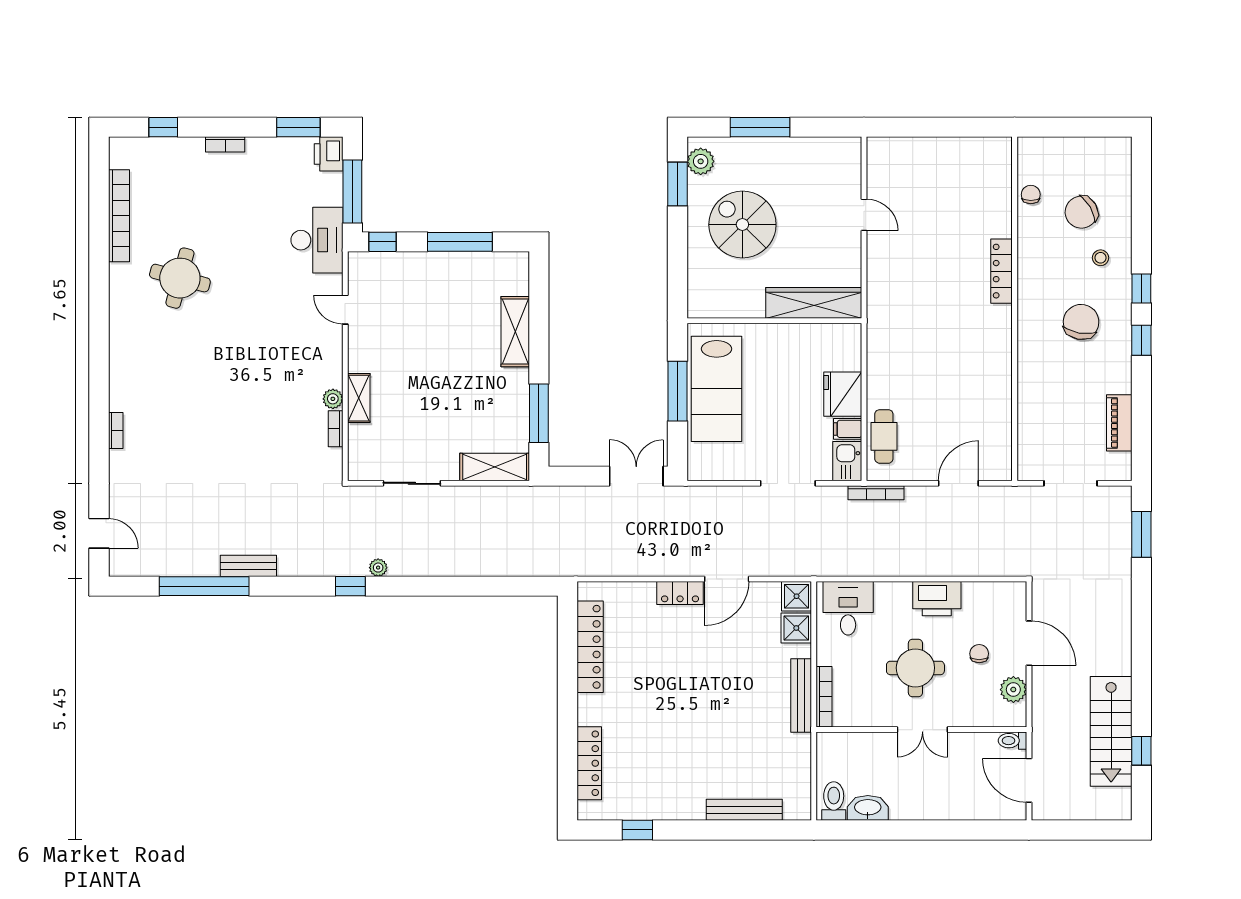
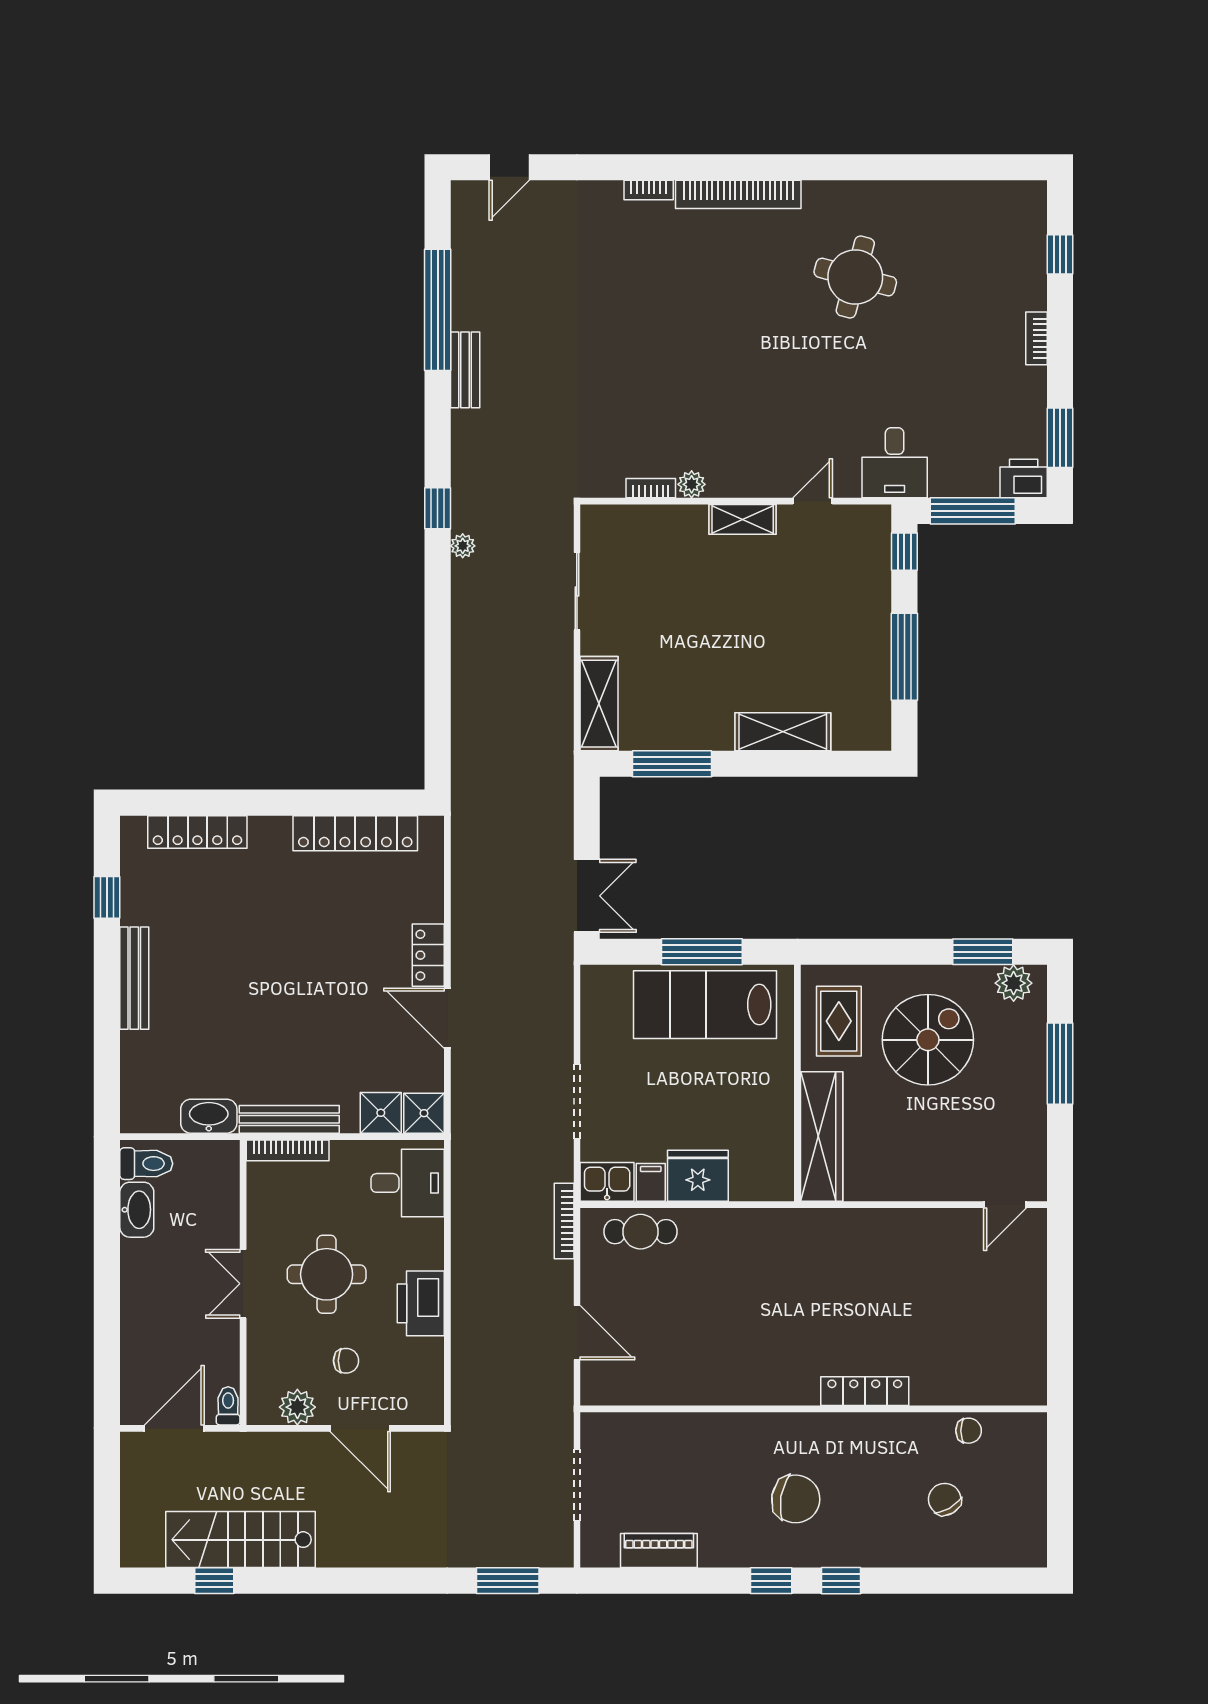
chair: (1081, 212) -> (945, 1499), width x0.73, depth x0.73
door: (864, 215) -> (1005, 1205), moved
bookcase: (119, 216) -> (738, 194), moved
desk: (317, 240) -> (895, 463), width x0.73
stool: (1101, 258) -> (883, 1525), removed
rug: (729, 290) -> (839, 1021), added
shelving: (359, 398) -> (743, 519), moved
door: (1029, 643) -> (360, 1428), hinge flipped
washbasin: (799, 755) -> (209, 1116), added
bench: (744, 810) -> (134, 978), moved

